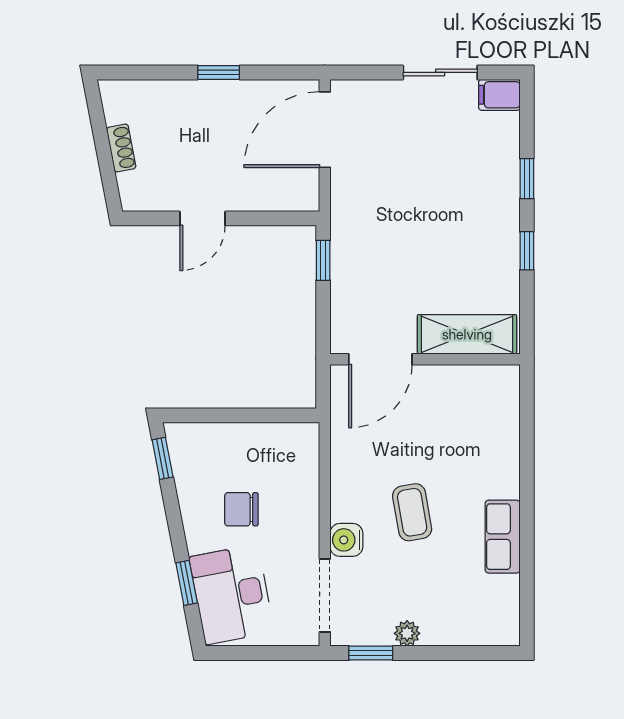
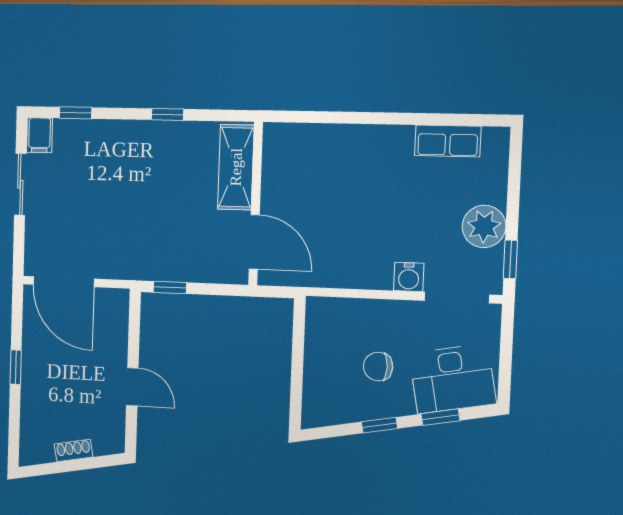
window: (527, 179) -> (76, 113), moved
window: (163, 458) -> (379, 425), moved
chair: (241, 509) -> (378, 367), turned 90
coffee table: (412, 512) -> (387, 219), removed
row of seats: (503, 537) -> (448, 141), moved
plant: (407, 633) -> (484, 226), width x1.87, depth x1.87

